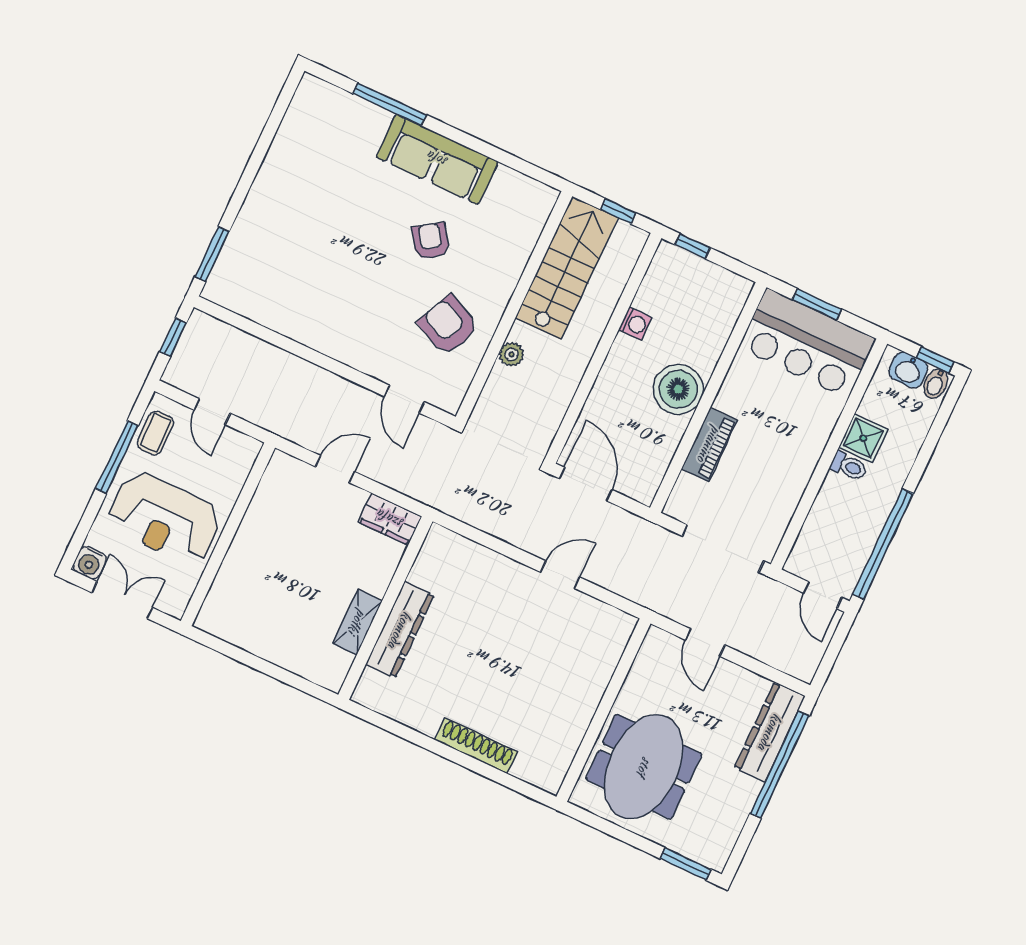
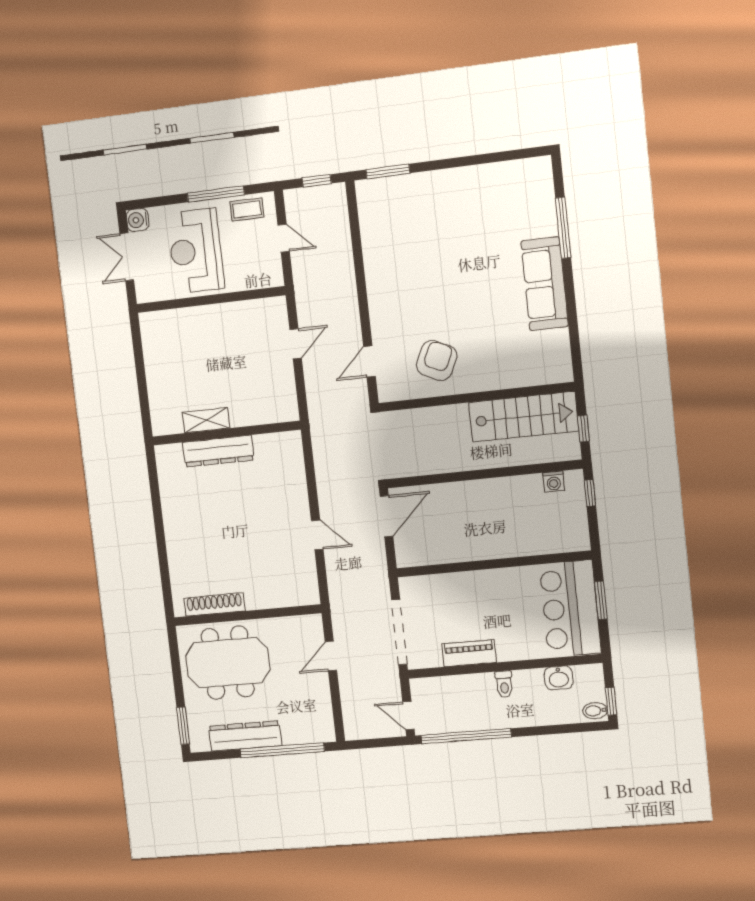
armchair: (431, 241) -> (486, 314), removed
washing machine: (635, 324) -> (554, 482), moved
plant: (511, 354) -> (443, 415), removed
washbasin: (908, 370) -> (559, 678), moved, turned -90
boiler: (678, 389) -> (487, 541), removed
door: (212, 412) -> (284, 238), swing flipped
shower: (863, 438) -> (529, 683), removed
piano: (709, 444) -> (469, 653), moved, turned 180
door: (335, 469) -> (296, 344), hinge flipped
wardrobe: (390, 519) -> (285, 401), removed
door: (823, 595) -> (408, 716), hinge flipped
double door: (122, 600) -> (127, 257), swing flipped
dresser: (770, 732) -> (245, 736), moved
shoe rack: (476, 746) -> (214, 604), moved, turned -90

